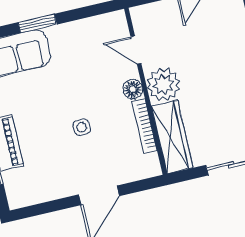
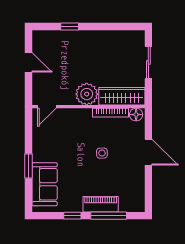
door: (136, 50) -> (47, 107), moved
floor lamp: (133, 89) -> (136, 115), moved

